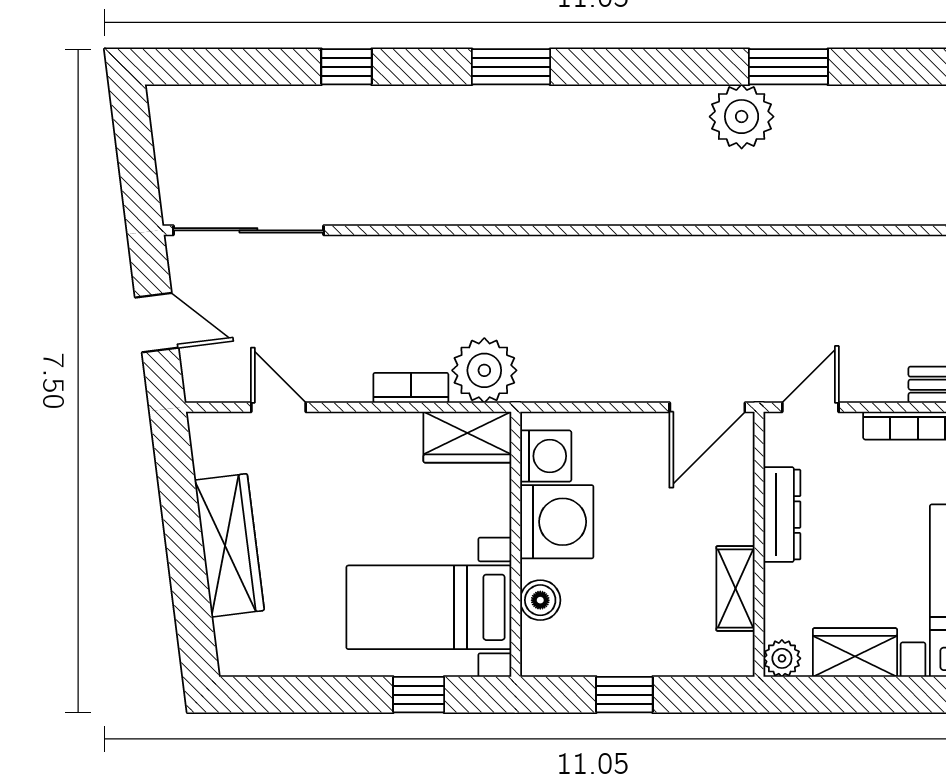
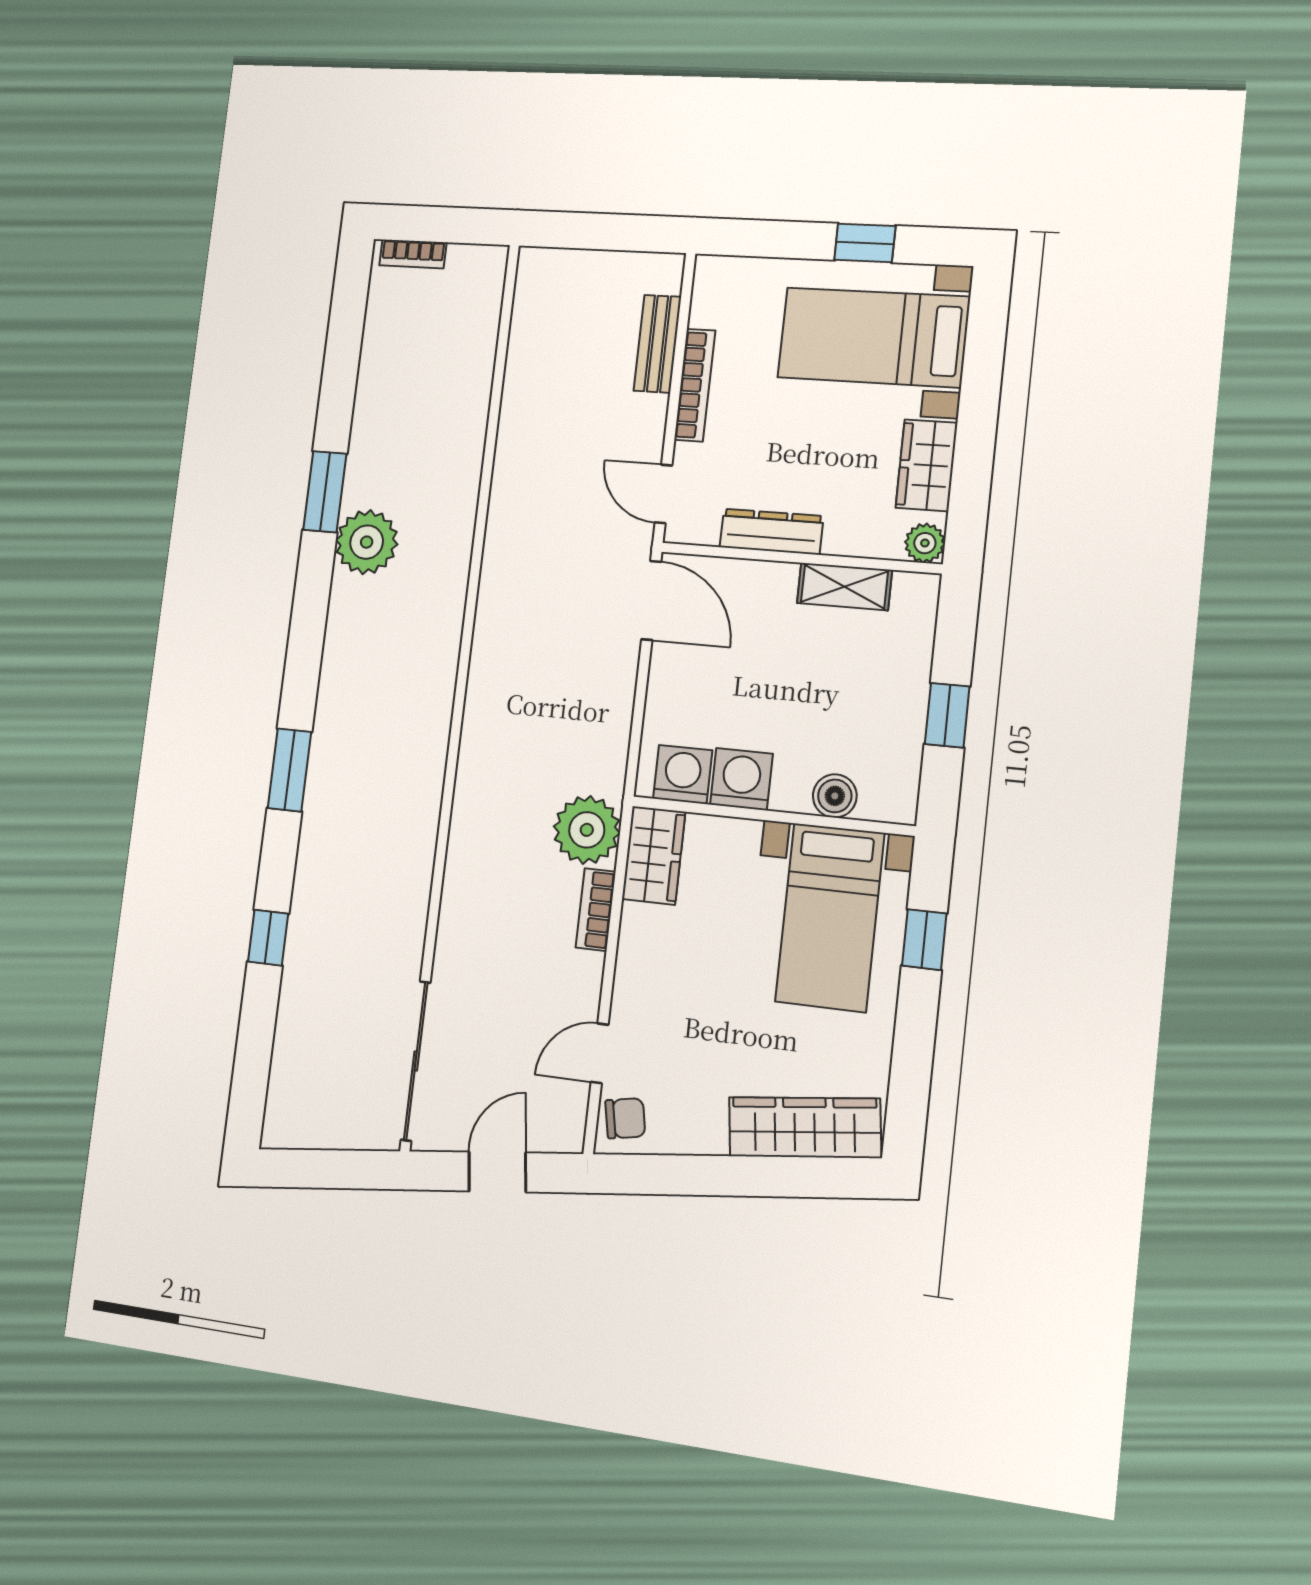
chair: (222, 438) -> (625, 1118), added
washing machine: (557, 522) -> (741, 779), width x0.73, depth x0.73
wardrobe: (229, 545) -> (805, 1128), moved

